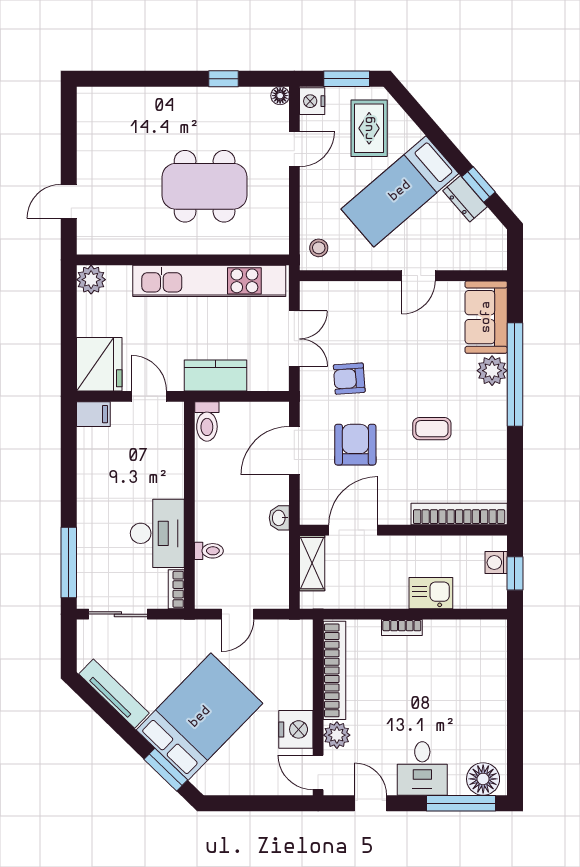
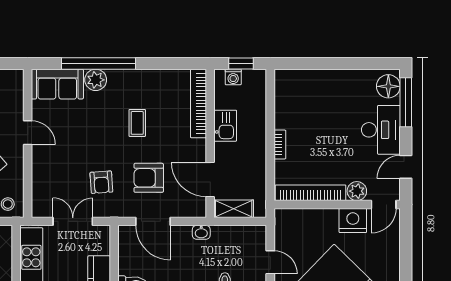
kitchen sink: (431, 593) -> (225, 126), moved, turned 180
desk: (422, 768) -> (381, 130), width x1.37

